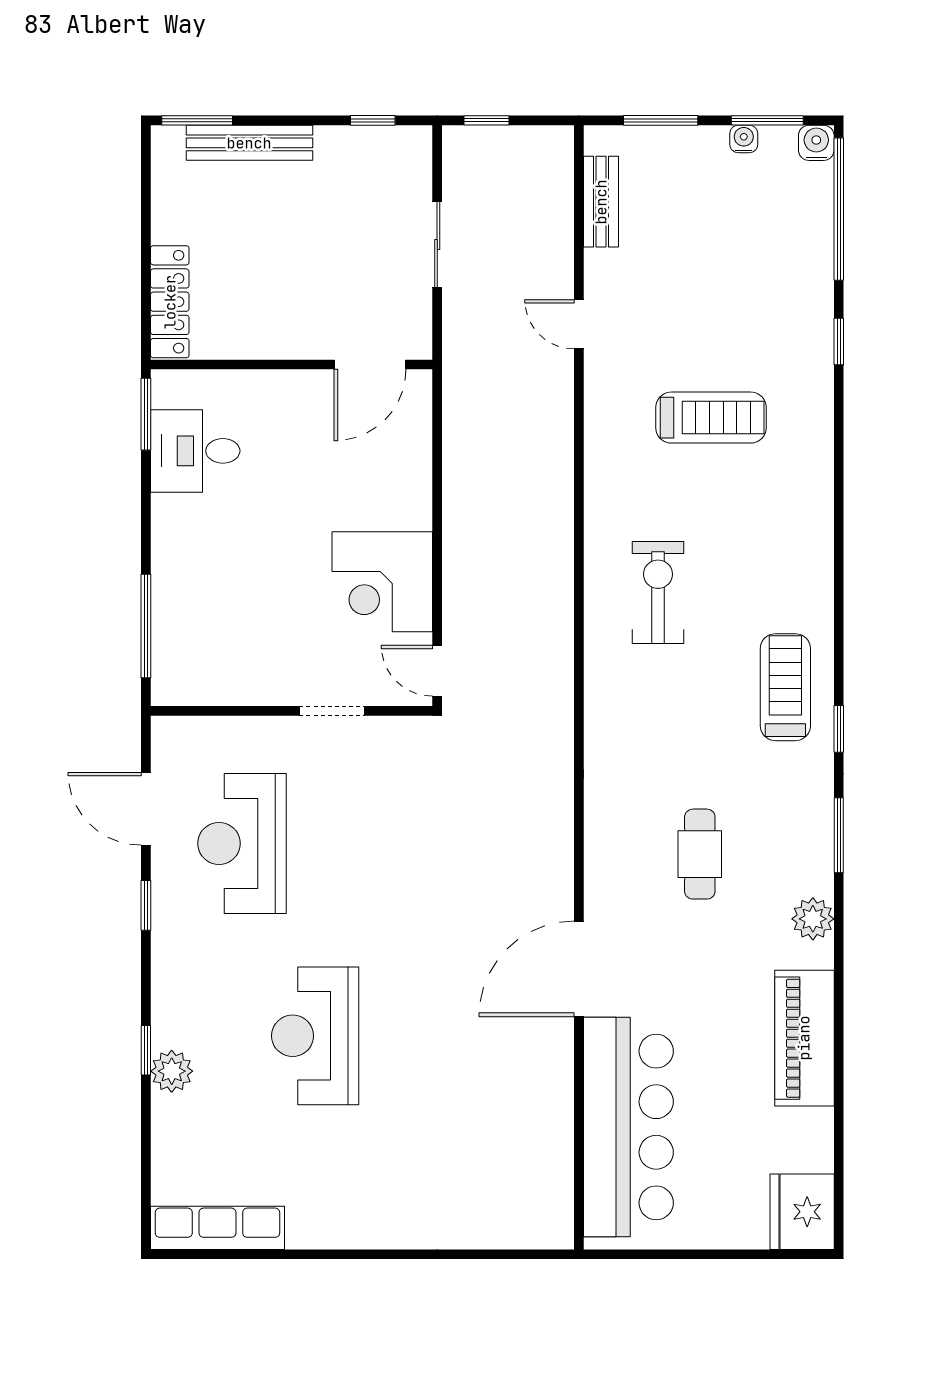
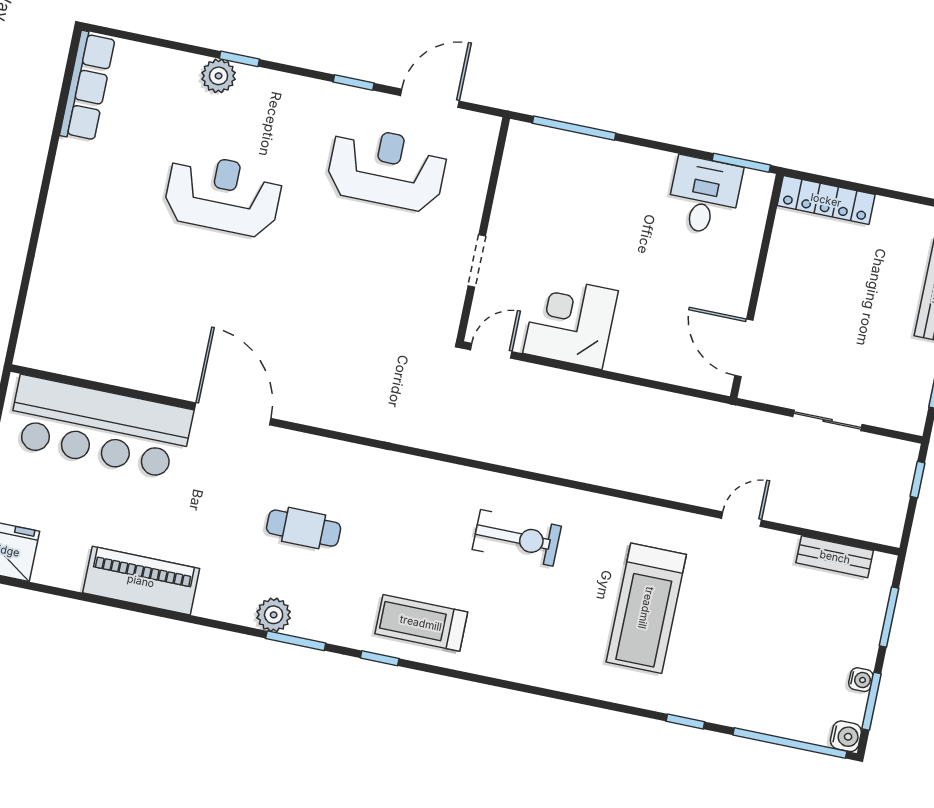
treadmill: (711, 418) -> (646, 608), width x1.37, depth x1.38
treadmill: (785, 687) -> (421, 623), turned 180
plant: (813, 919) -> (274, 615), moved

